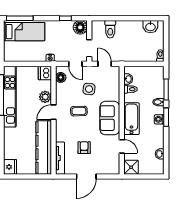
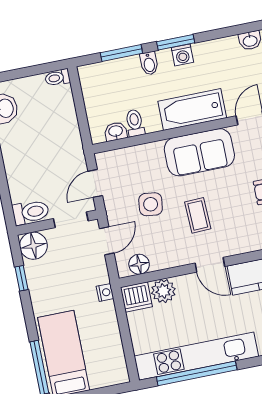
toilet: (110, 29) -> (31, 212), moved
plant: (45, 97) -> (163, 291), moved

